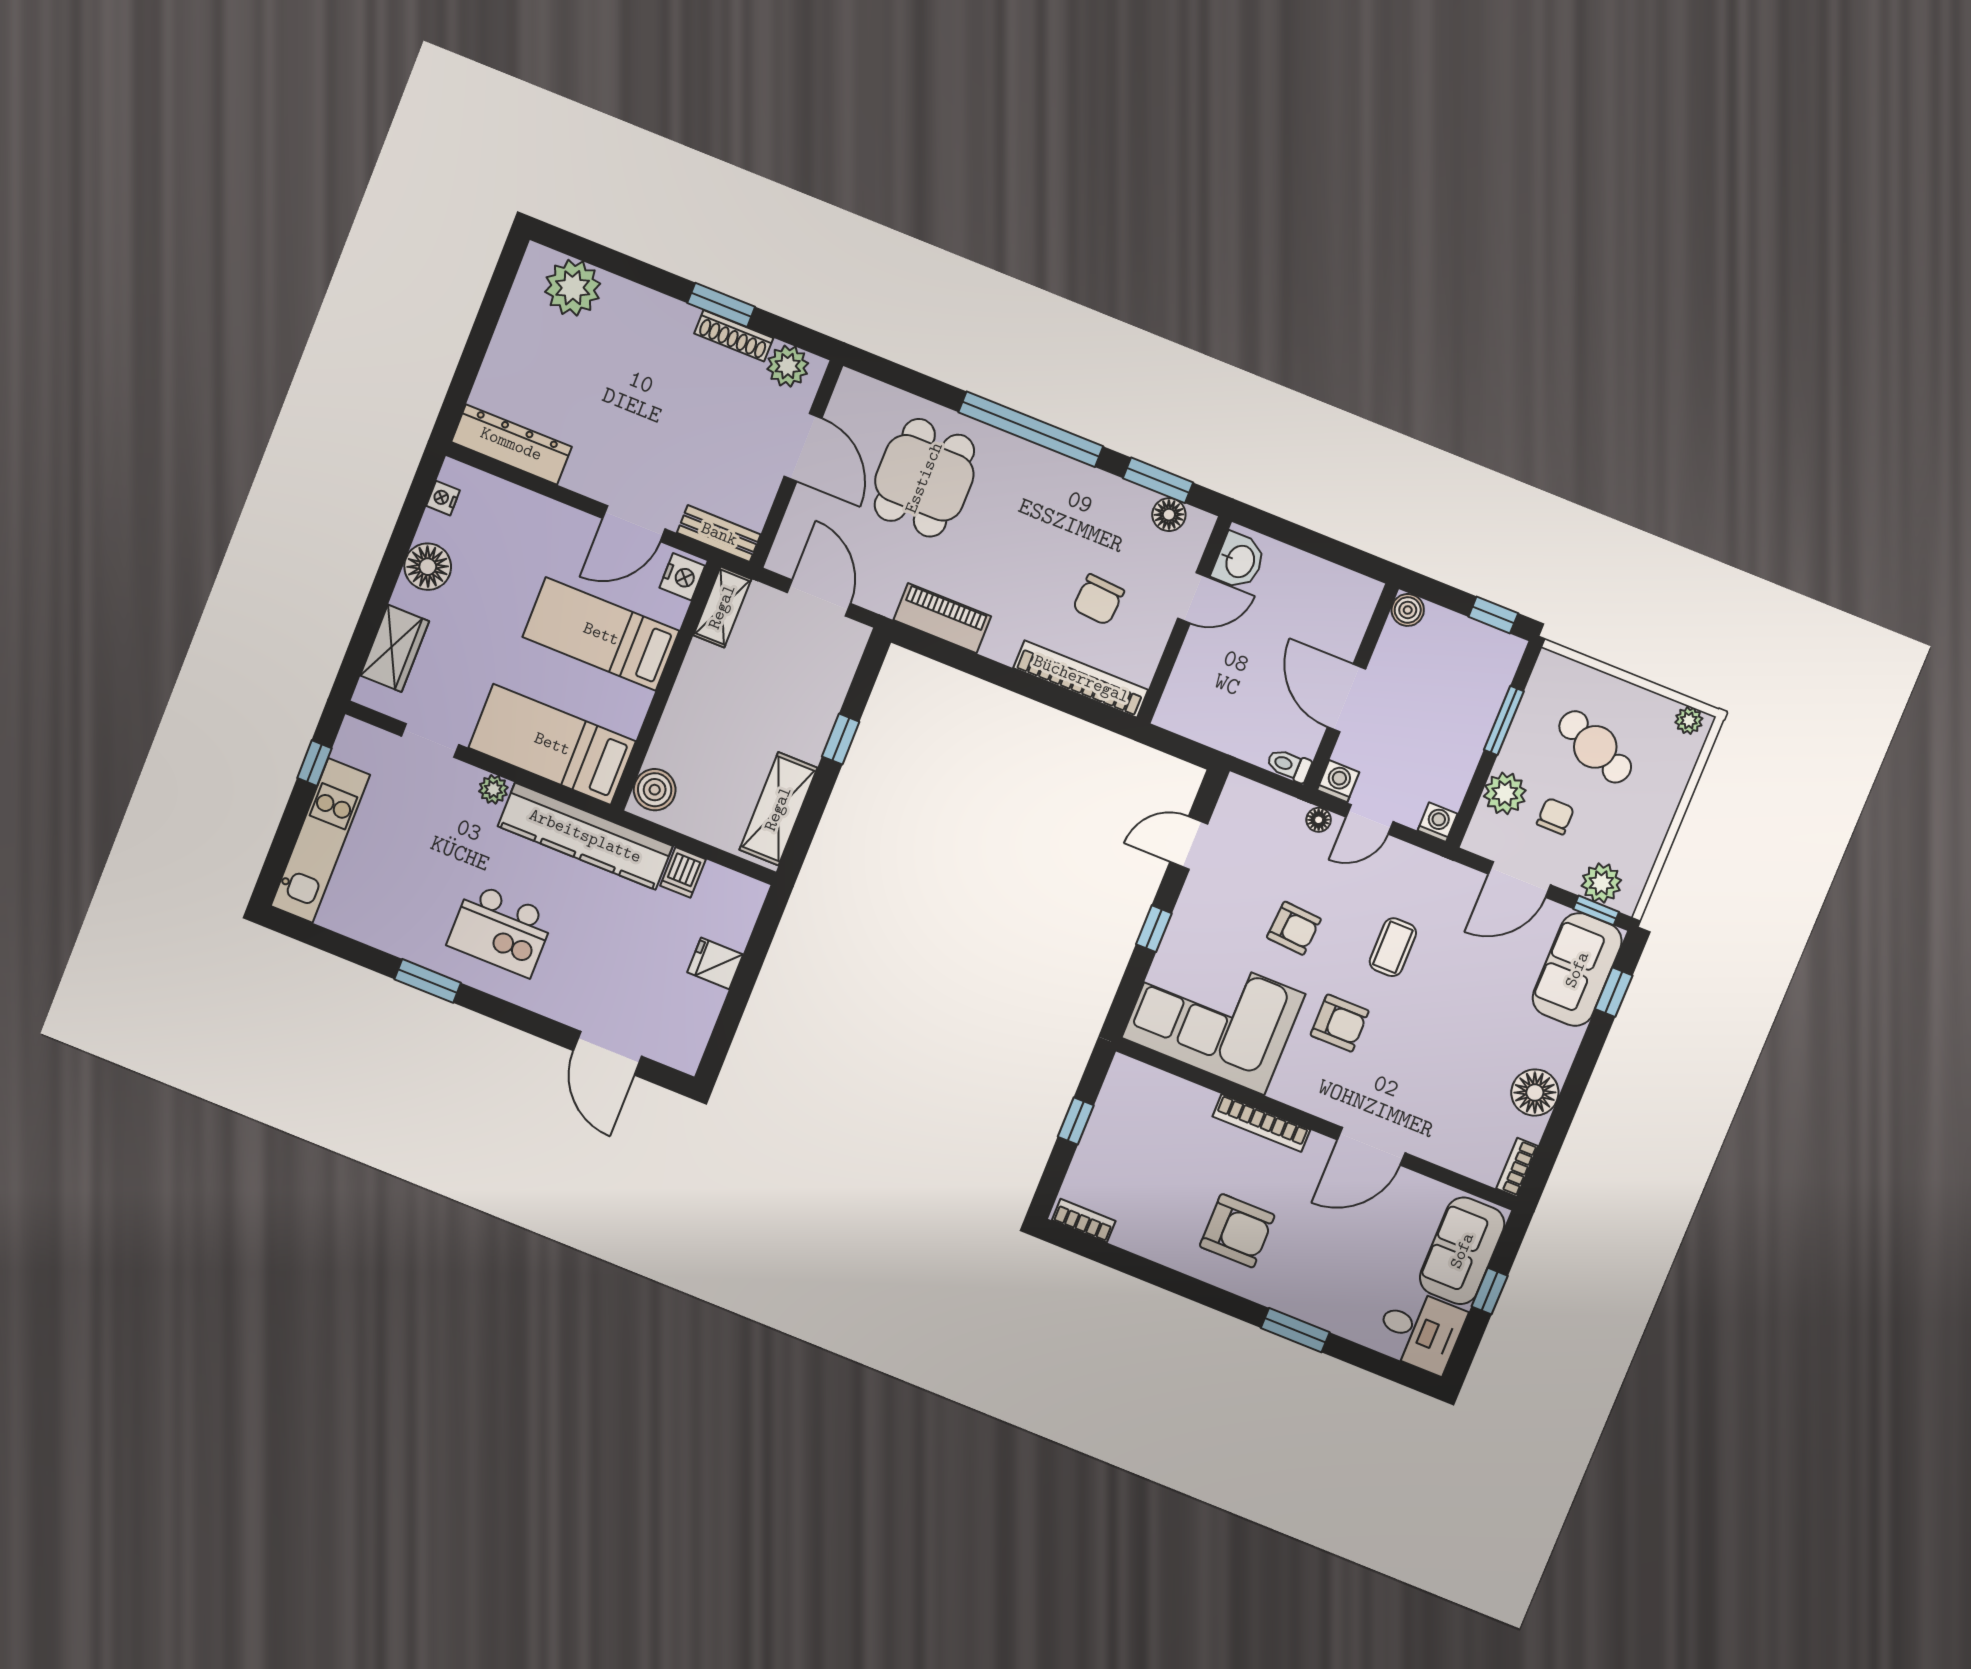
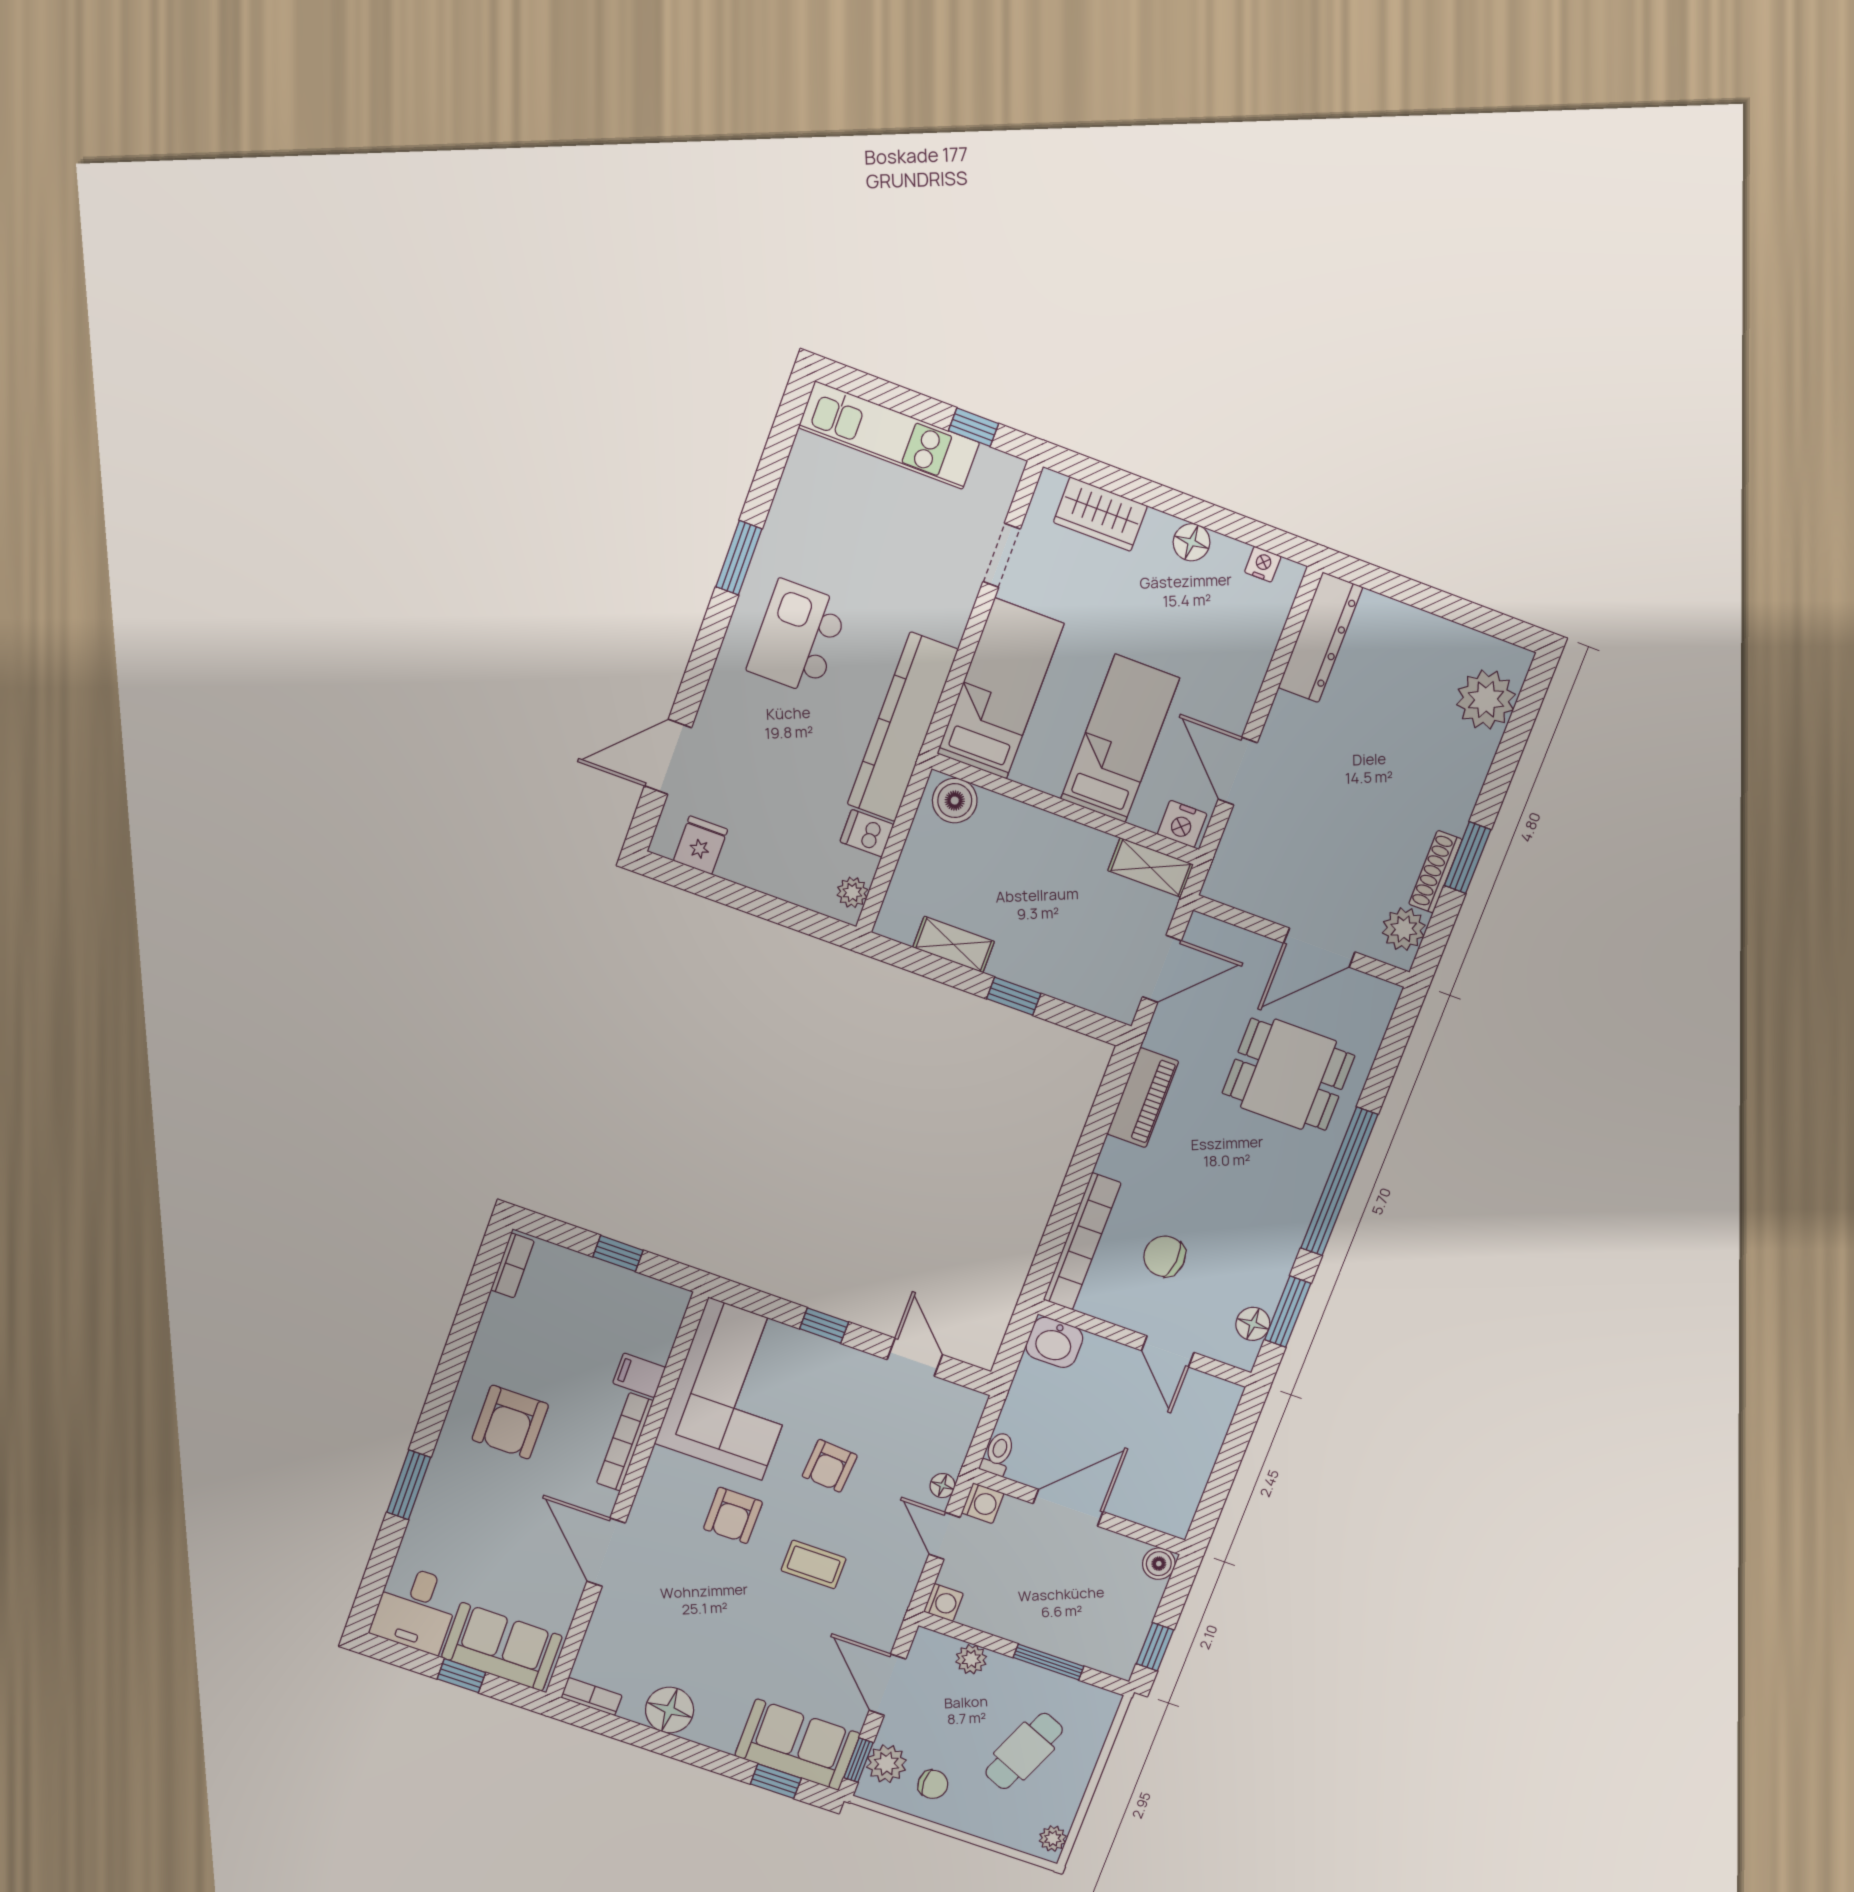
bench: (719, 534) -> (1228, 862), removed
washbasin: (1239, 561) -> (1054, 1342), moved
floor lamp: (428, 567) -> (1192, 542), width x0.73, depth x0.73
plant: (493, 789) -> (852, 892), moved
plant: (1505, 793) -> (971, 1659), width x0.73, depth x0.73
shelving: (778, 809) -> (954, 944), width x0.67, depth x0.75
chair: (1555, 816) -> (933, 1784), moved
fridge: (715, 963) -> (701, 845), moved
filing cabinet: (1196, 1107) -> (639, 1375), added

